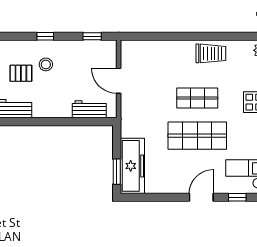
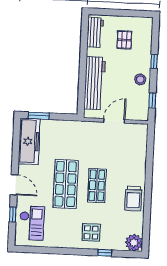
stool: (46, 64) -> (140, 79), moved
workbench: (89, 109) -> (95, 83), width x1.88, depth x1.32
freezer: (132, 166) -> (29, 141), moved, turned -90

